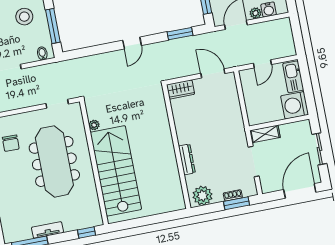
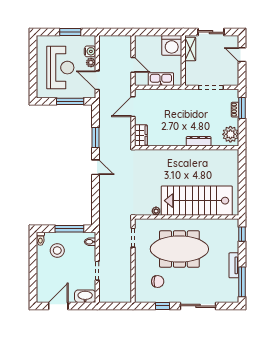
window: (180, 34) -> (96, 138), moved
kitchen sink: (293, 77) -> (161, 79), moved, turned 180
shelving: (265, 134) -> (190, 49), moved
door: (300, 191) -> (242, 55), width x0.53

